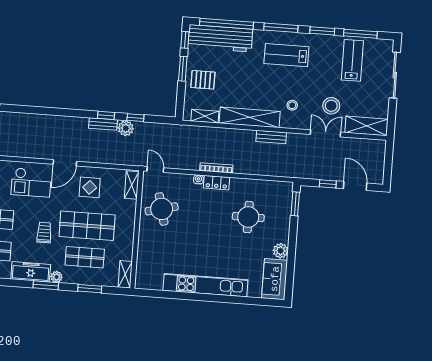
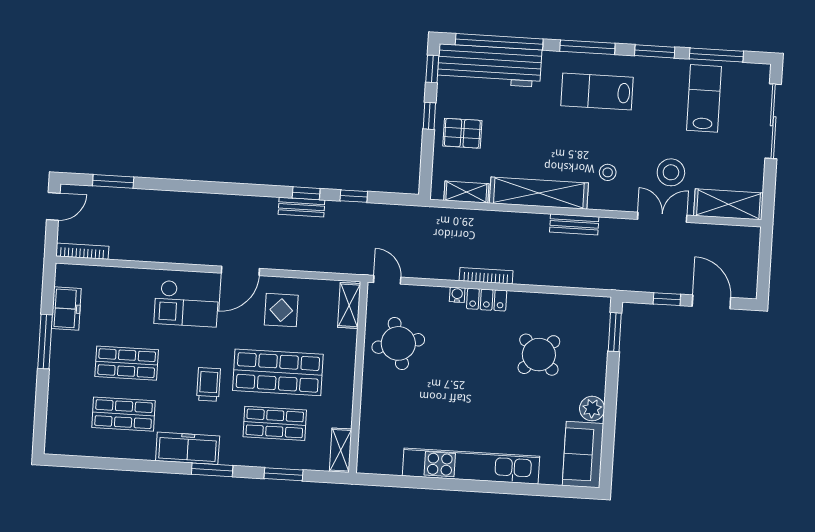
window: (183, 69) -> (429, 116), width x0.67
plant: (126, 128) -> (338, 214), removed
round table: (248, 217) -> (539, 355), turned 45
plant: (56, 277) -> (229, 456), removed

